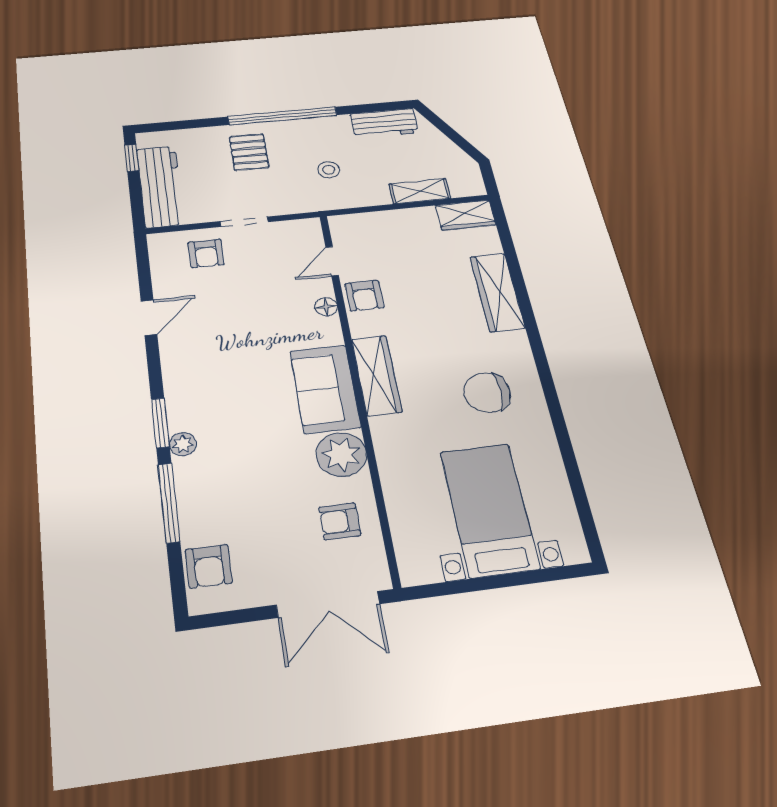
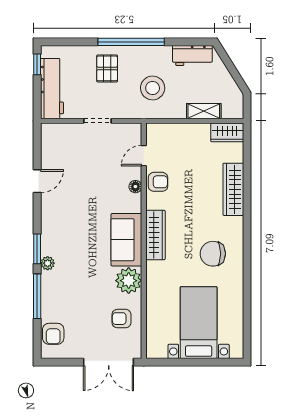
stool: (329, 170) -> (153, 88), width x1.89, depth x1.89
armchair: (206, 253) -> (73, 141), removed
armchair: (364, 296) -> (158, 182), turned -90

